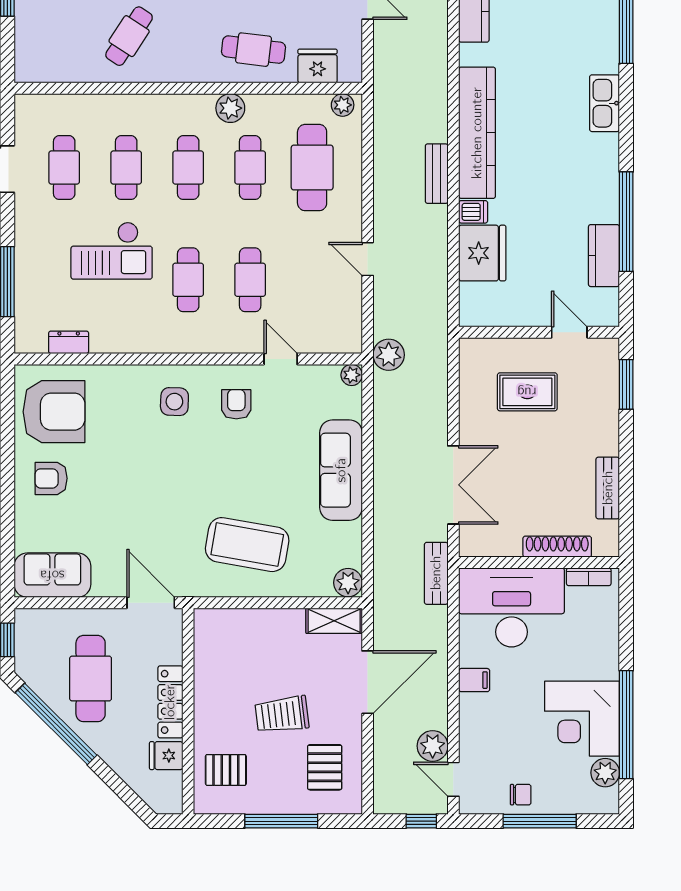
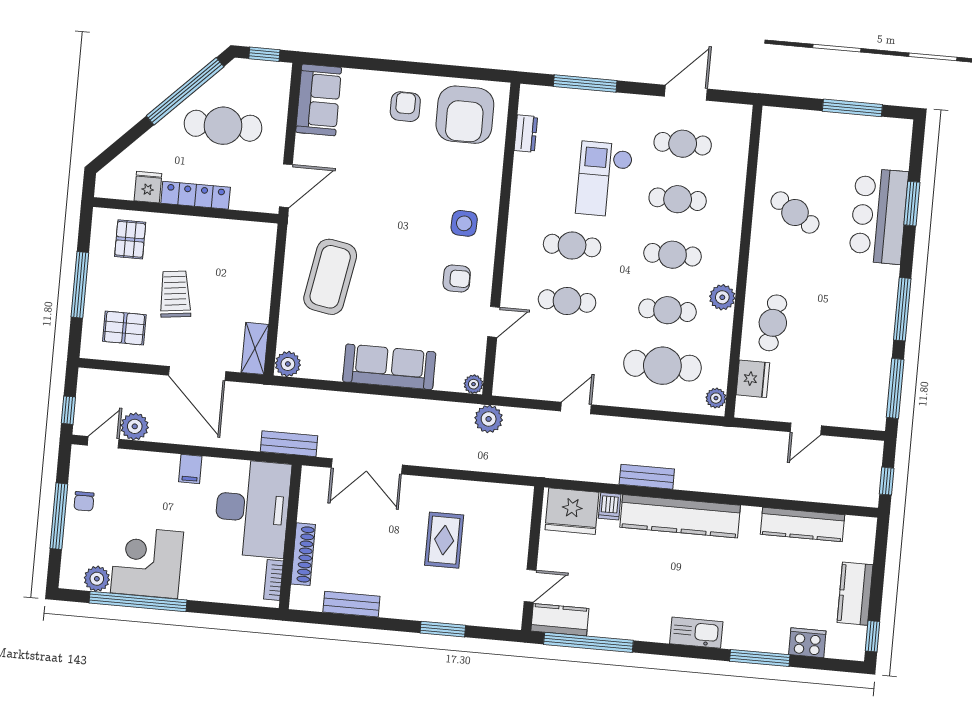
wall: (539, 332) -> (533, 559), moved
door: (569, 332) -> (530, 586), moved

